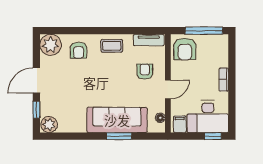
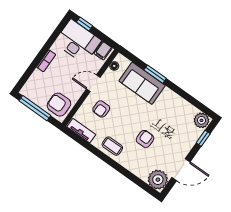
armchair: (185, 49) -> (59, 105), turned -90
armchair: (79, 50) -> (145, 139), moved
door: (36, 81) -> (181, 170), moved
sofa: (117, 120) -> (142, 83), width x0.73

